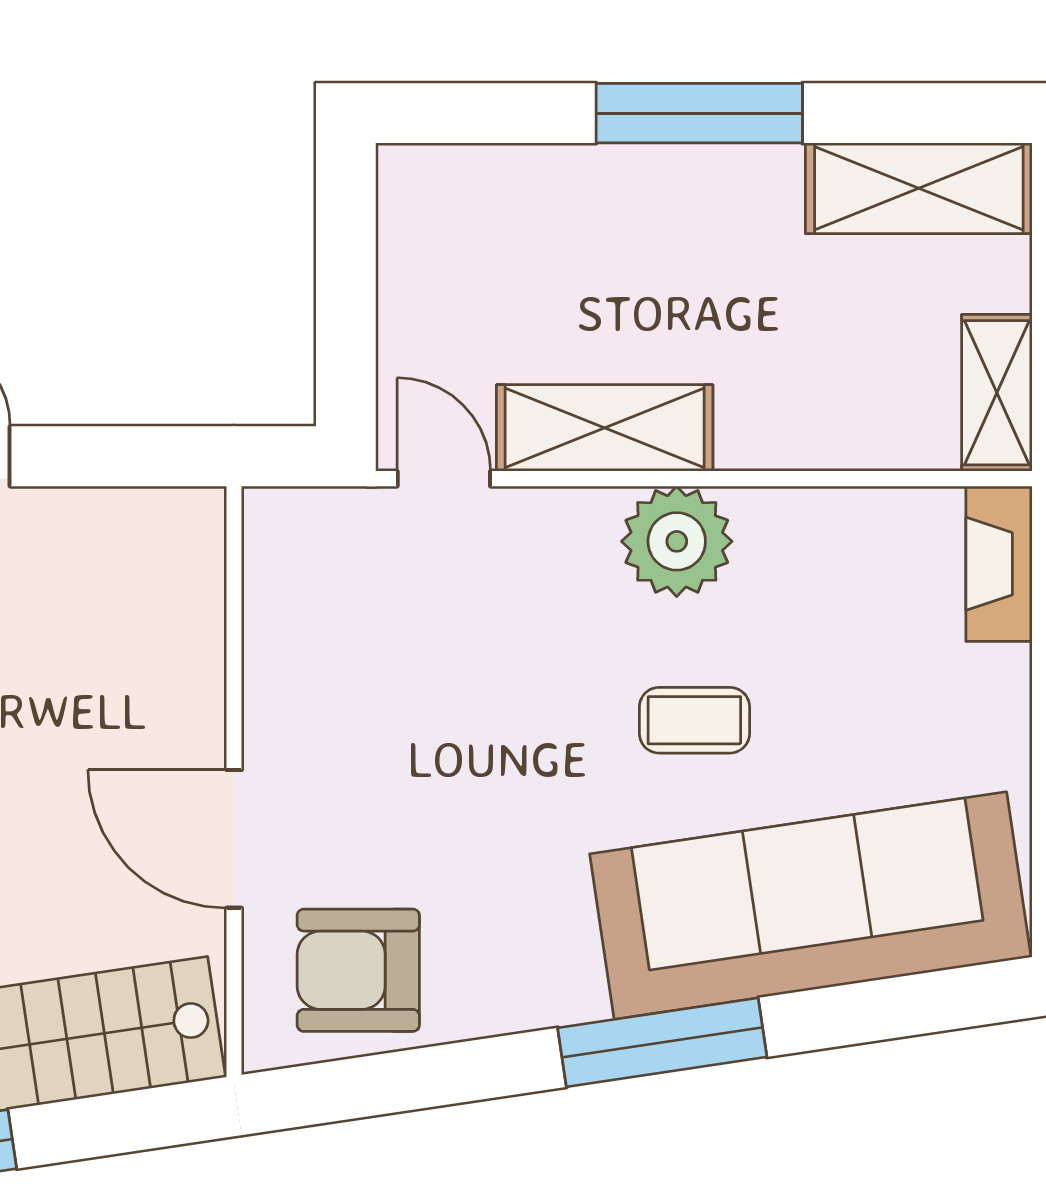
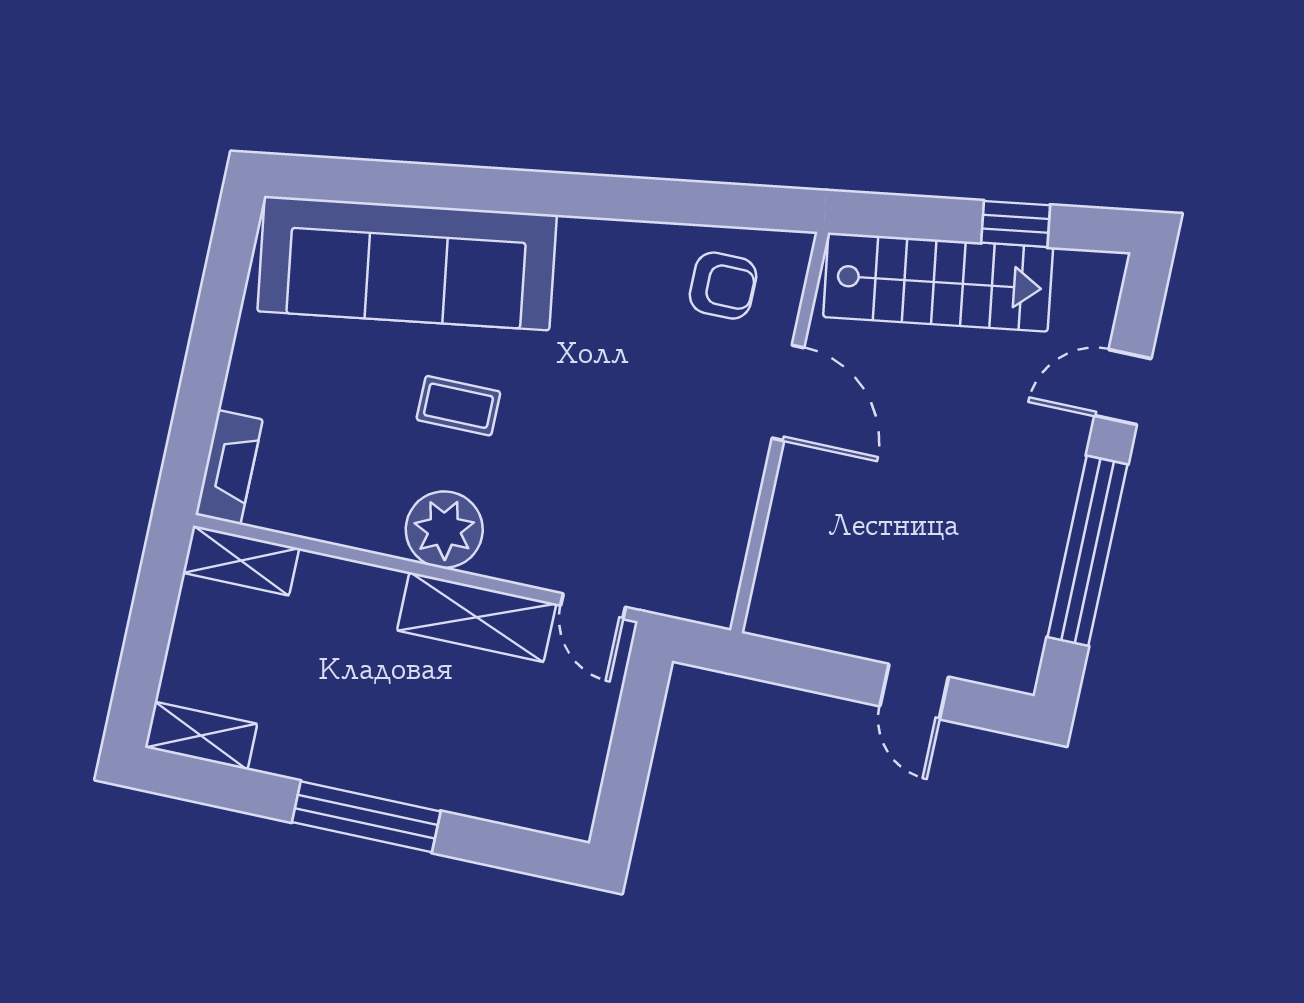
shelving: (919, 188) -> (201, 736), width x0.67, depth x0.75
shelving: (997, 393) -> (241, 560), moved, turned 90
armchair: (358, 970) -> (723, 286), width x0.72, depth x0.72
window: (662, 1042) -> (527, 192), removed

